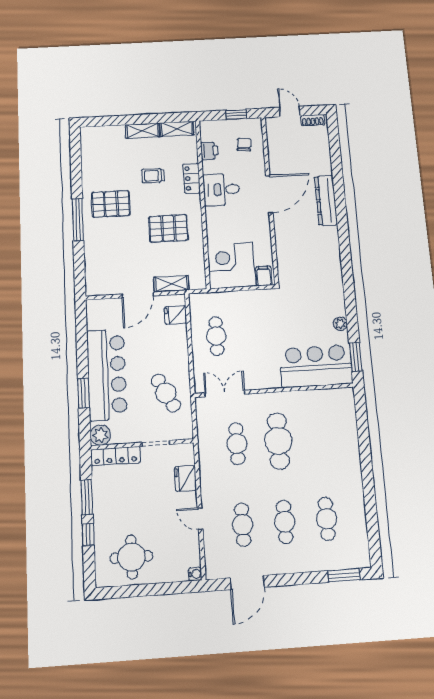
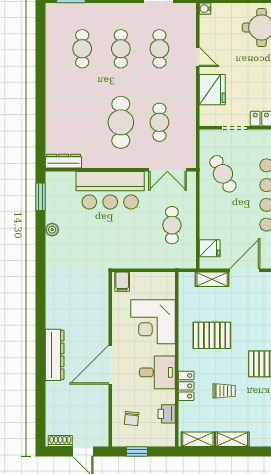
corner desk: (231, 266) -> (153, 322), moved, turned 90
bar counter: (316, 366) -> (110, 190), moved
dresser: (335, 395) -> (63, 161), added
fridge: (185, 478) -> (212, 90), width x1.36, depth x1.34

